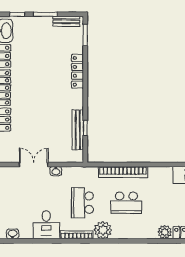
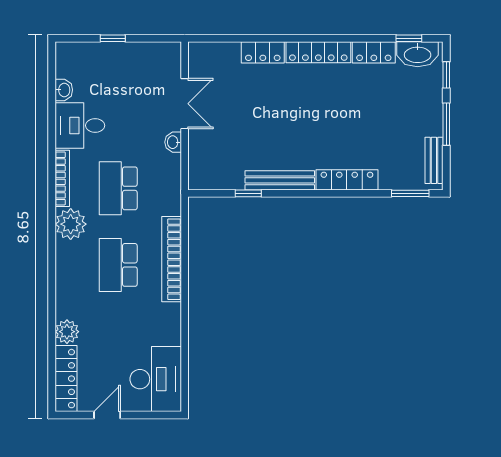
bench: (78, 130) -> (280, 180), moved
school desk: (82, 203) -> (118, 188), turned -90
washbasin: (13, 234) -> (64, 90), moved

